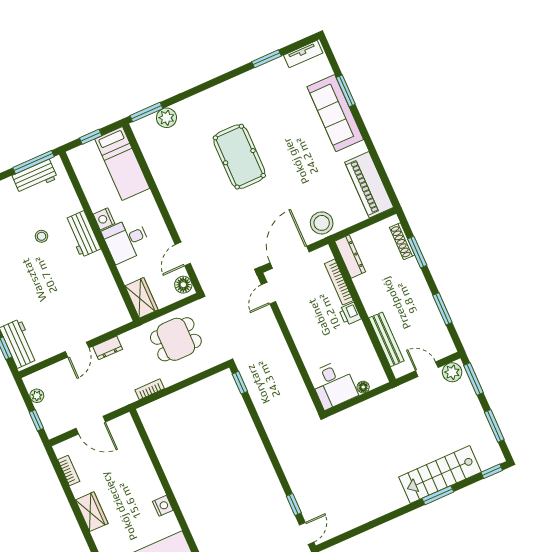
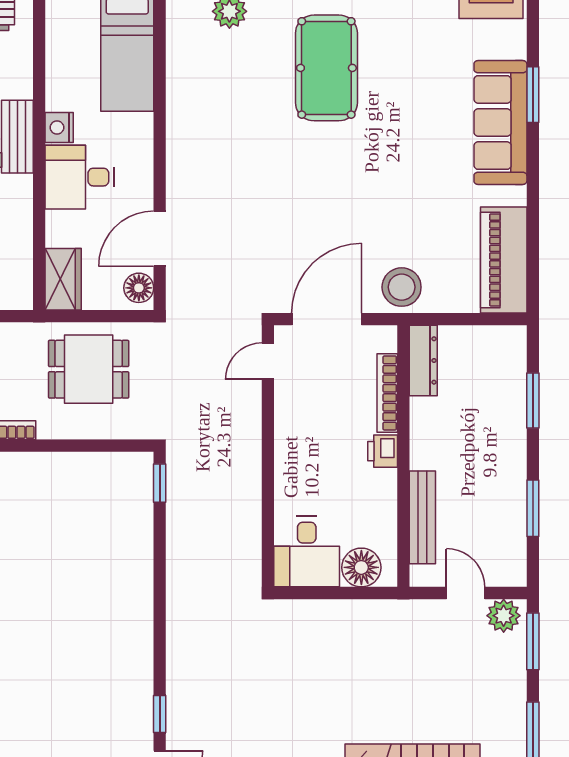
pool table: (239, 157) -> (326, 68), moved
shoe rack: (402, 241) -> (516, 373), removed
door: (183, 254) -> (160, 239), width x1.38
floor lamp: (363, 387) -> (361, 567), width x1.89, depth x1.89

